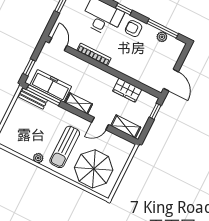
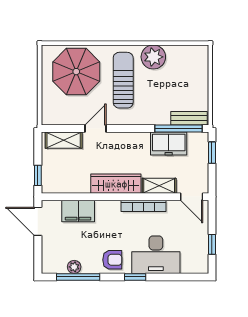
filing cabinet: (140, 73) -> (78, 211), added
freezer: (51, 86) -> (169, 144), width x0.71
wardrobe: (127, 90) -> (116, 184), moved, width x1.50
shelving: (79, 103) -> (159, 186), moved
plant: (38, 158) -> (153, 57), width x1.87, depth x1.87

